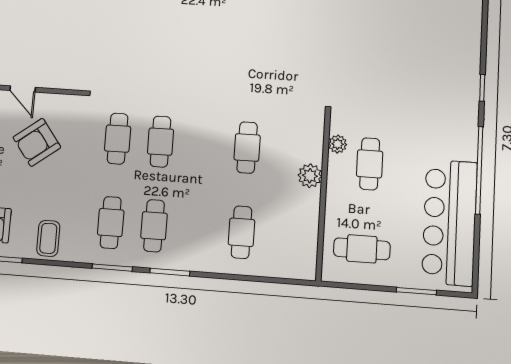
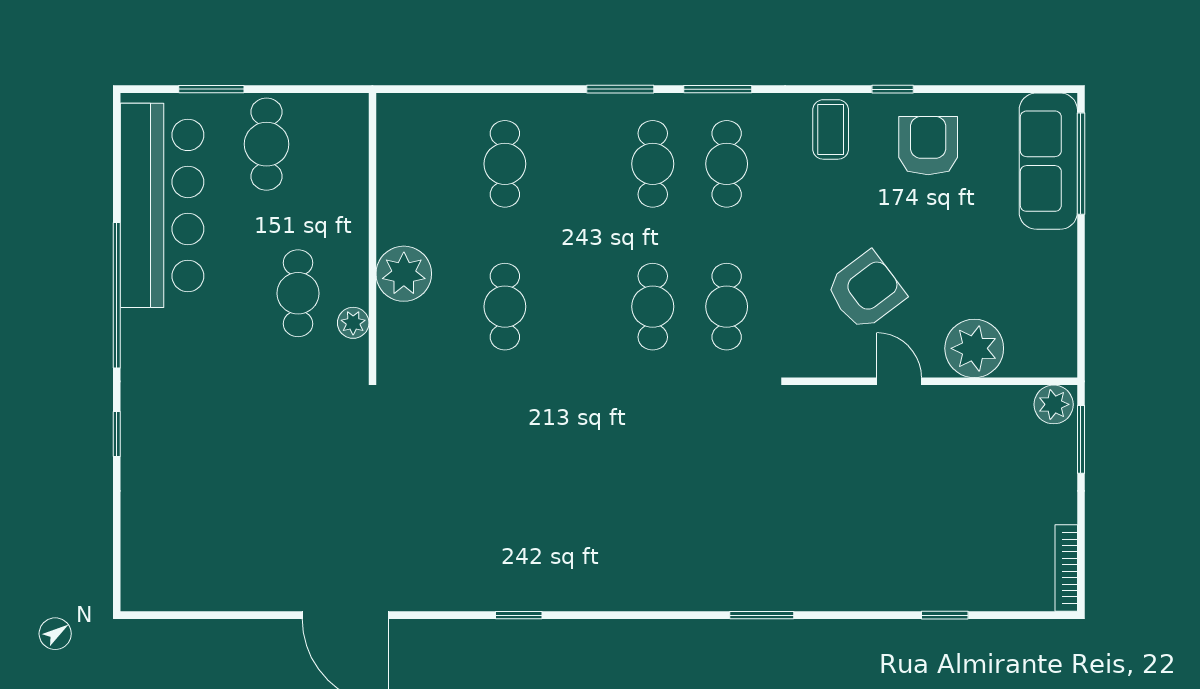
plant: (310, 176) -> (404, 274), width x1.36, depth x1.36
cafe table: (362, 249) -> (266, 144), moved, turned 90

